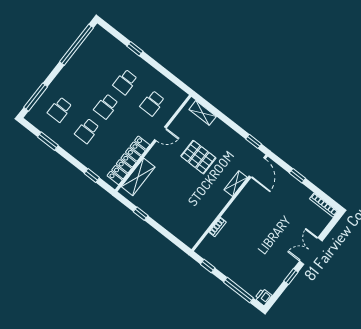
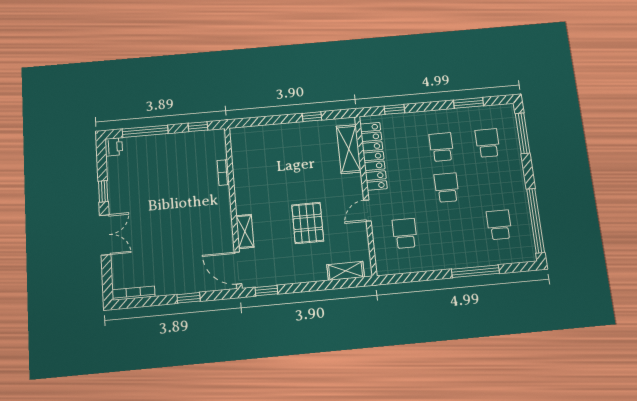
window: (135, 49) -> (475, 271), width x2.17
school desk: (125, 82) -> (499, 225), moved
pallet: (198, 157) -> (308, 223), turned 90

